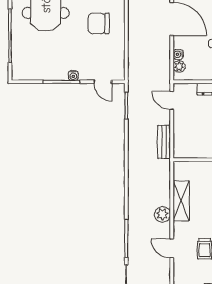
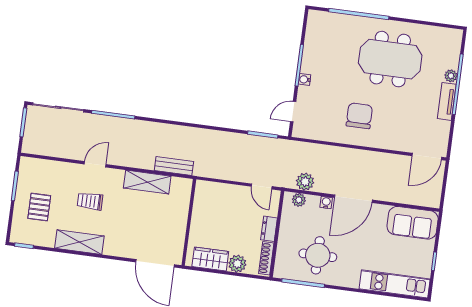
water cooler: (178, 54) -> (326, 202), moved
door: (172, 100) -> (262, 186), swing flipped
bench: (164, 142) -> (174, 166), moved
plant: (162, 214) -> (305, 182), moved

